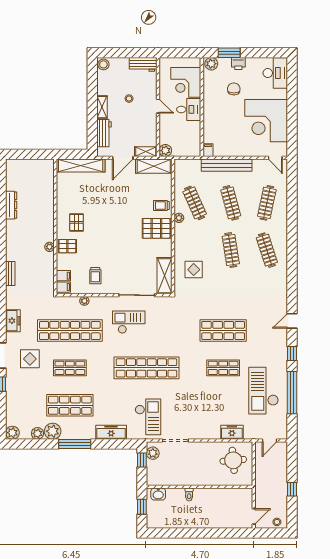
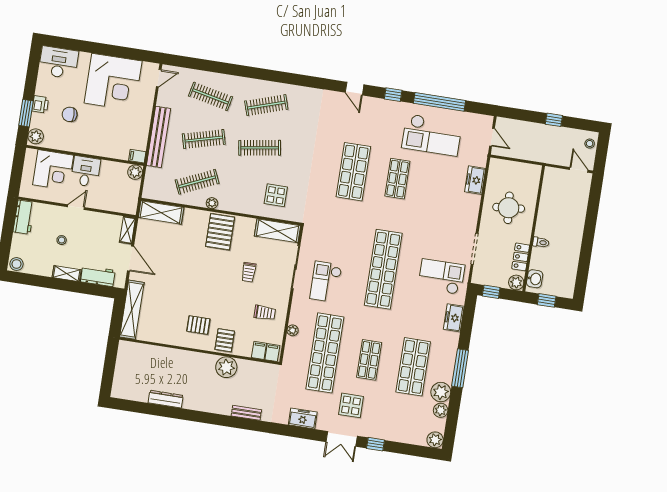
plant: (165, 151) -> (135, 172), moved
shelving: (154, 166) -> (161, 212), moved, turned 90
trolley: (161, 206) -> (249, 272), moved
plant: (49, 247) -> (226, 367), width x1.87, depth x1.87
freezer: (111, 432) -> (454, 318), width x0.71
plant: (153, 453) -> (516, 282), moved
round table: (233, 460) -> (509, 208), moved
locker: (174, 480) -> (521, 257), added

